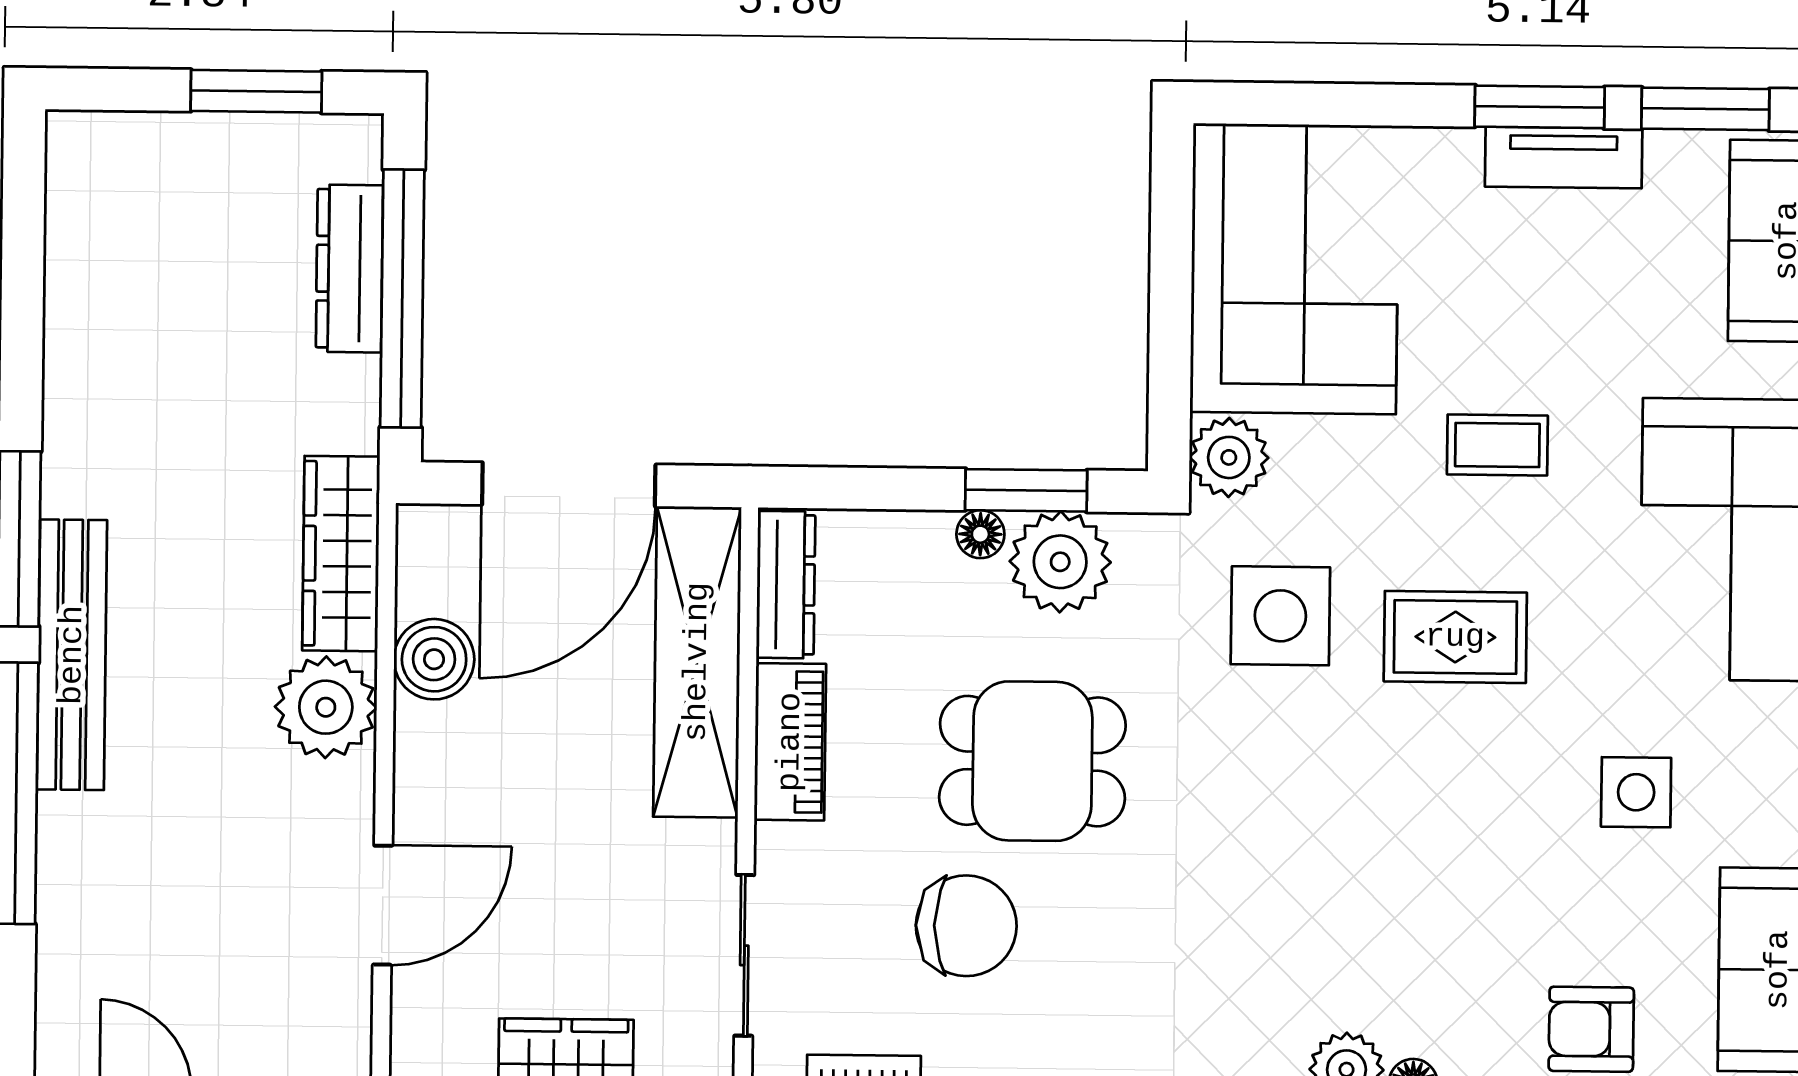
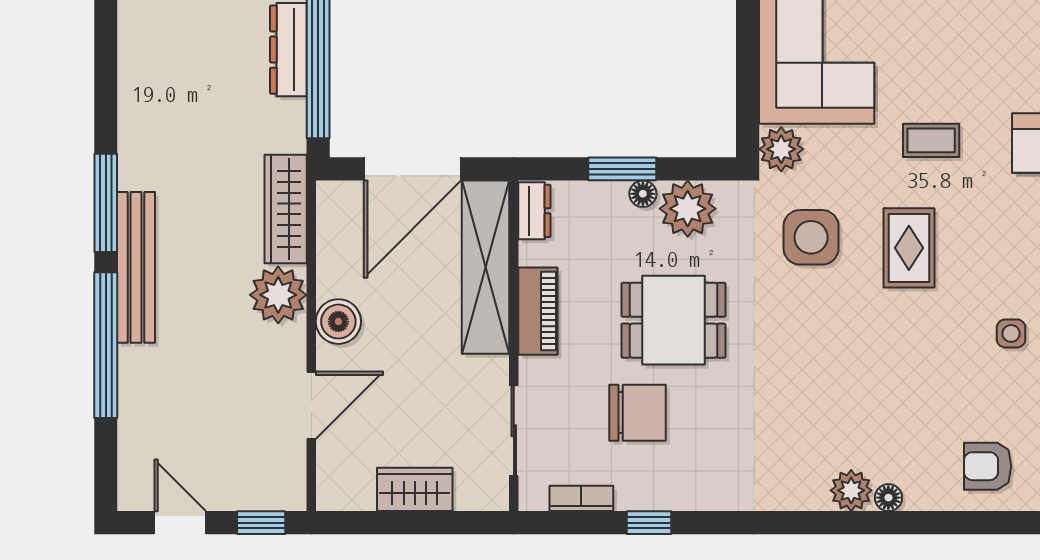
window: (1026, 490) -> (622, 169), moved
dresser: (786, 585) -> (534, 211), width x0.70
rug: (1455, 637) -> (909, 248), turned 90
boiler: (434, 659) -> (338, 322), moved
side table: (1636, 792) -> (1011, 333), width x0.73, depth x0.73

